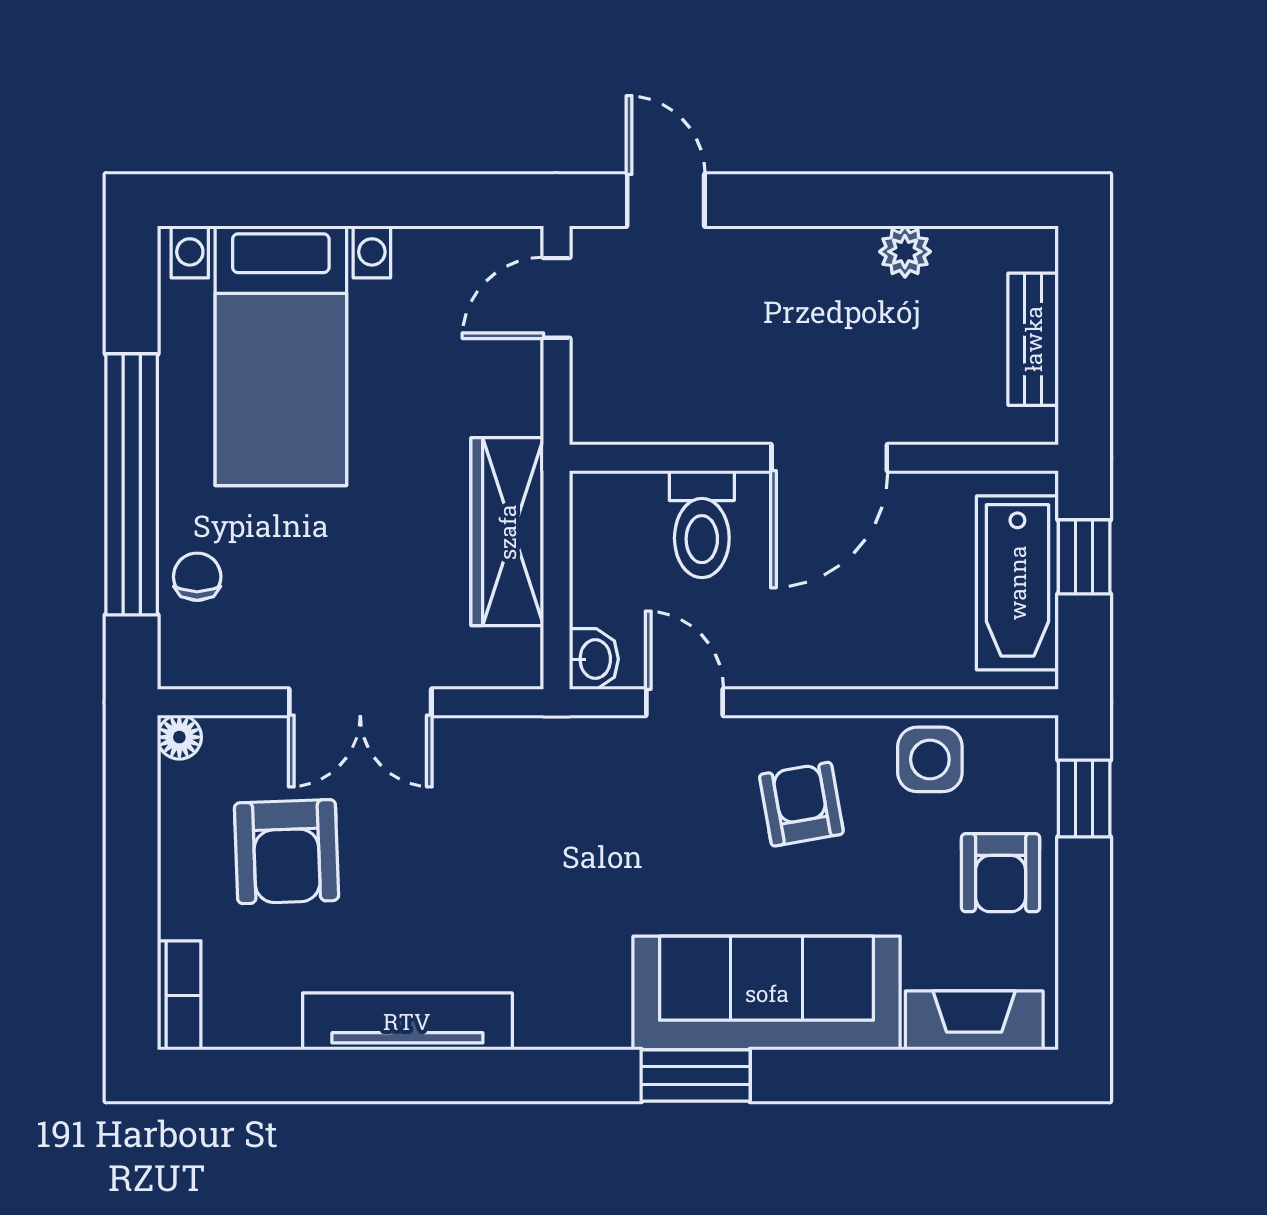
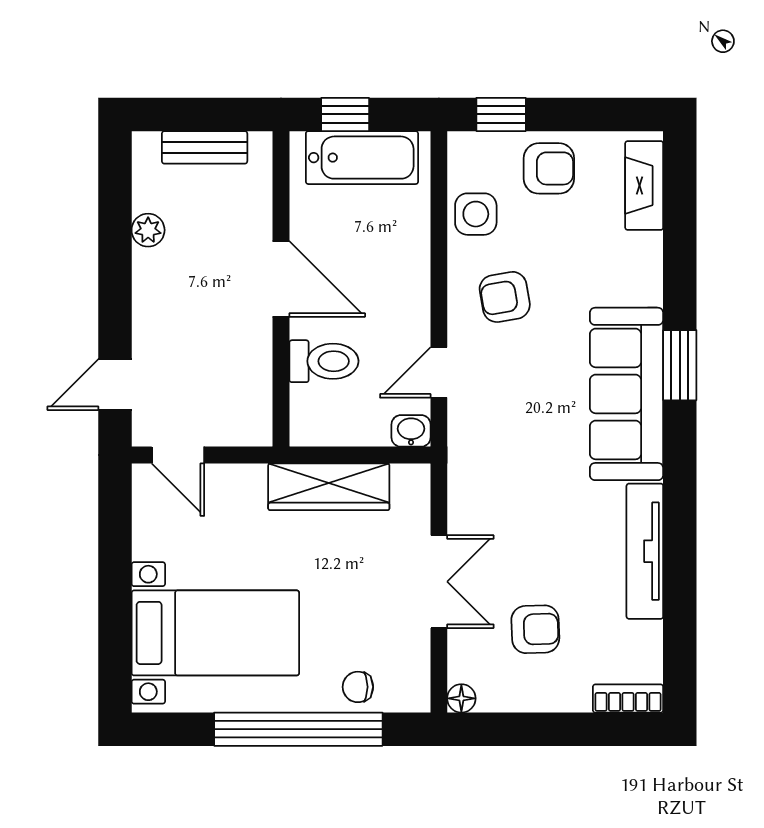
armchair: (287, 852) -> (535, 629), width x0.72, depth x0.72
sofa: (767, 993) -> (627, 394), moved

